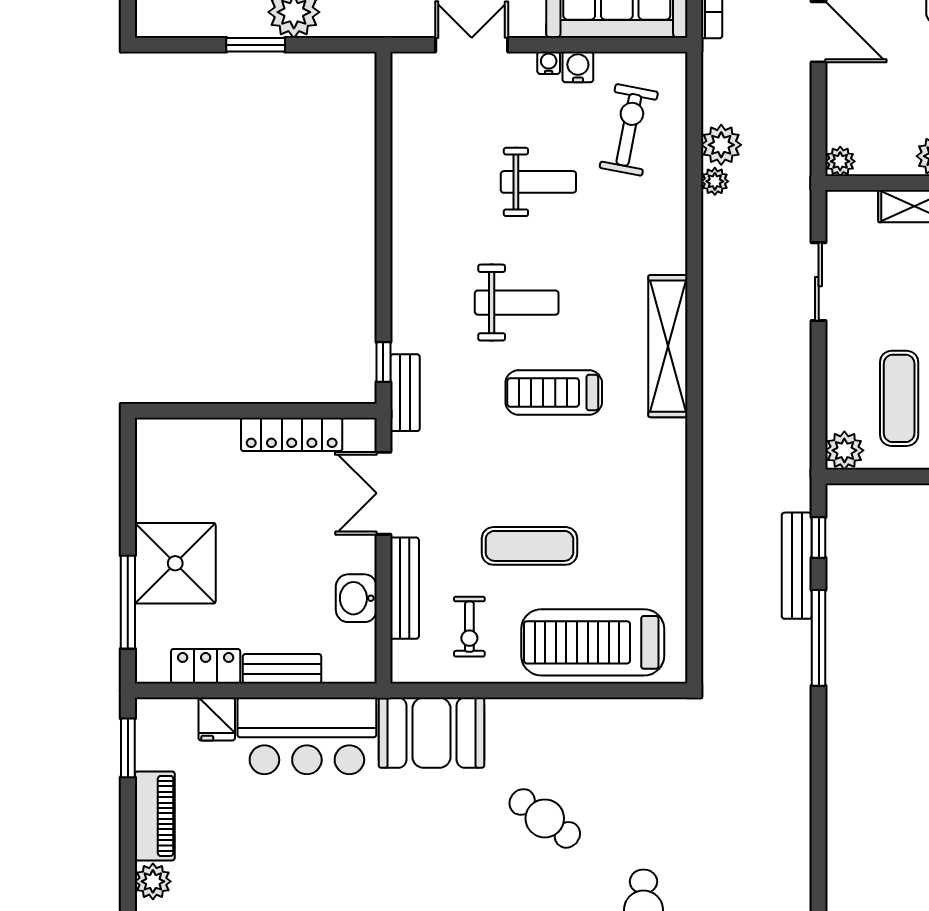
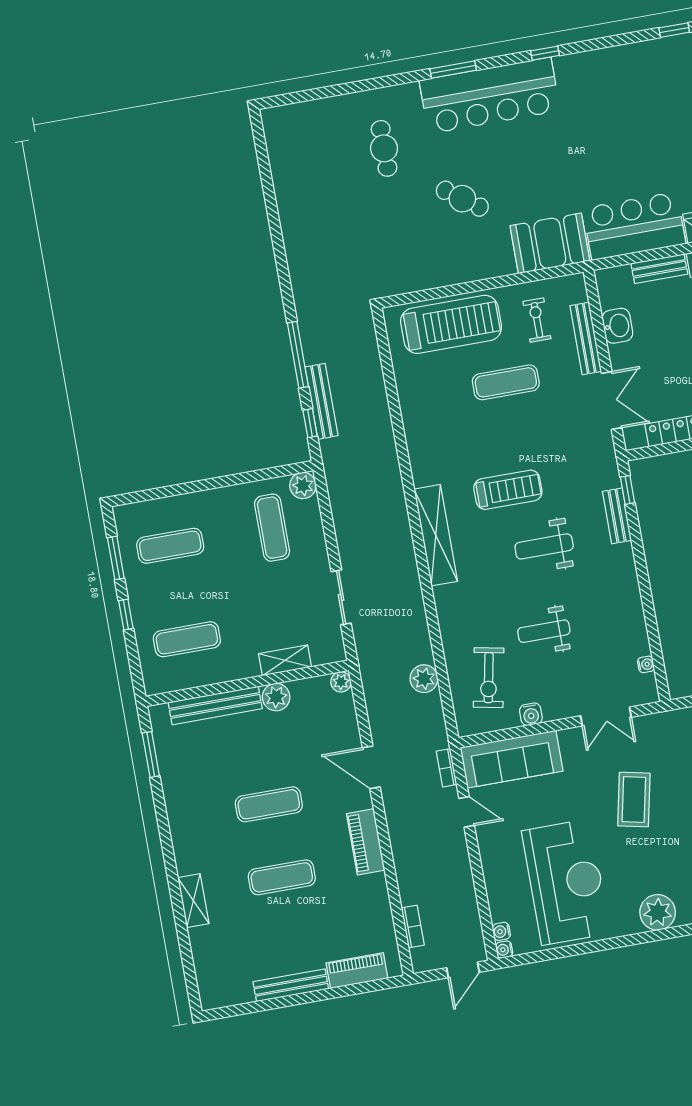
water cooler: (549, 63) -> (646, 664), moved, turned -90
plant: (715, 181) -> (424, 653), removed
bench: (405, 393) -> (617, 516), moved

